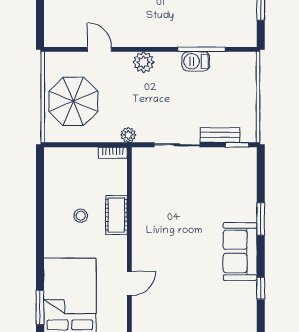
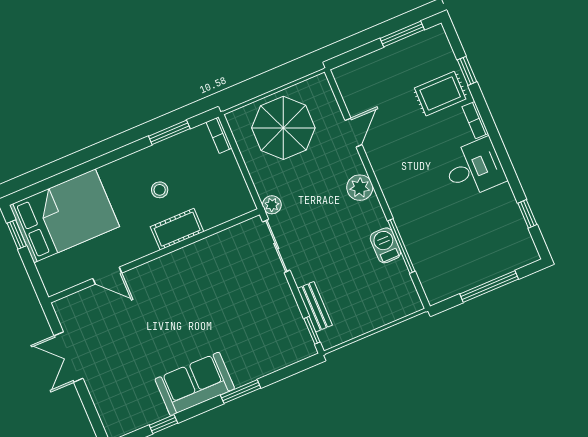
sliding door: (177, 145) -> (276, 246), moved
bookcase: (113, 153) -> (219, 135), moved
window: (40, 307) -> (169, 132), moved

